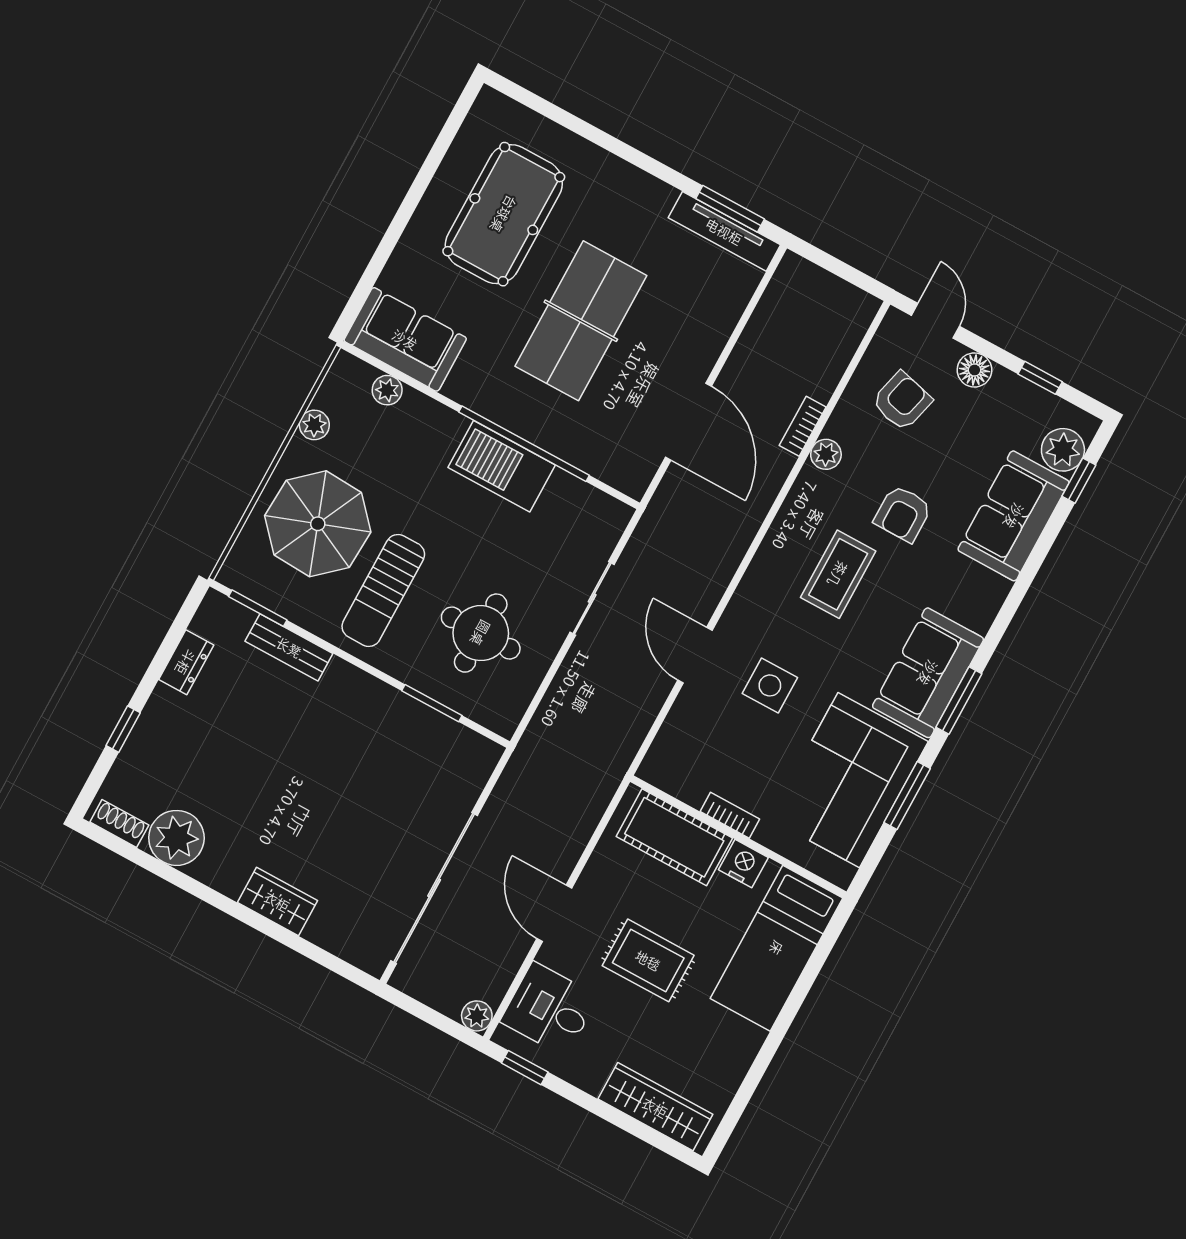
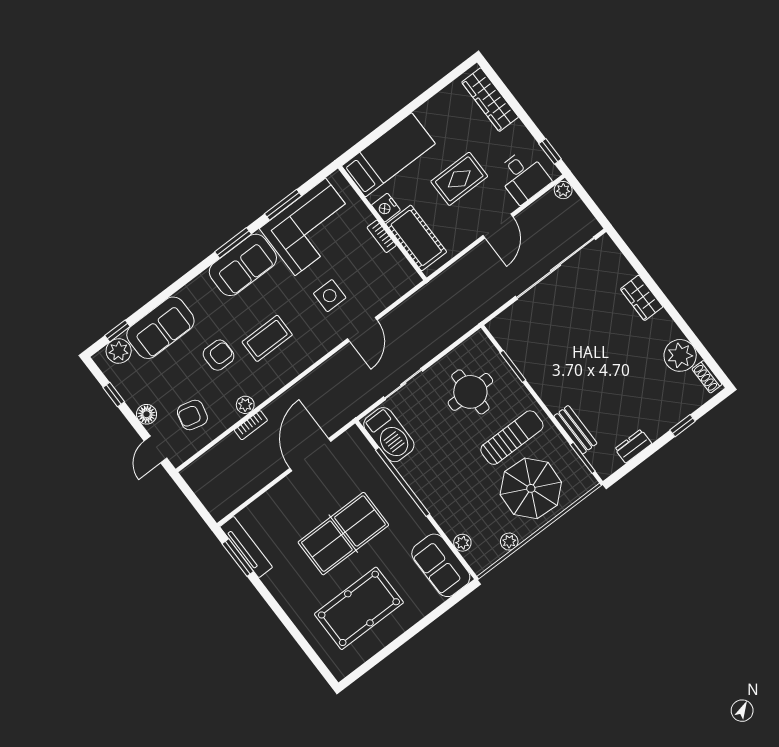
barbecue: (502, 466) -> (389, 435), moved
rug: (648, 960) -> (459, 179), turned 90

